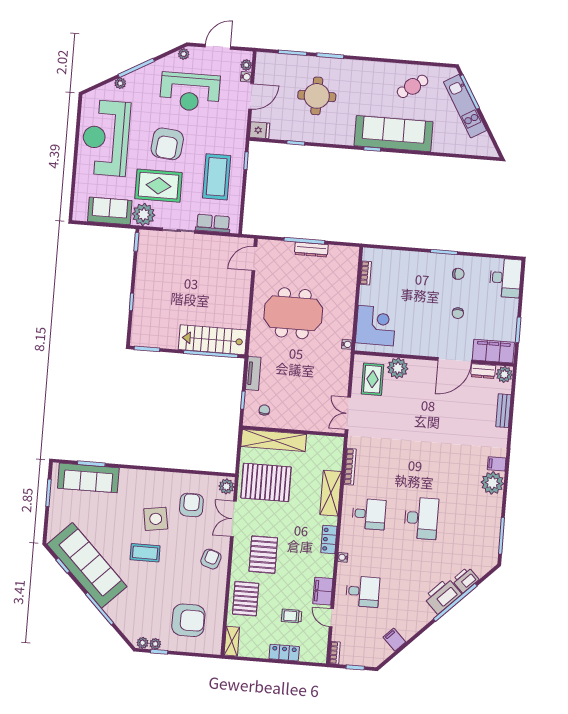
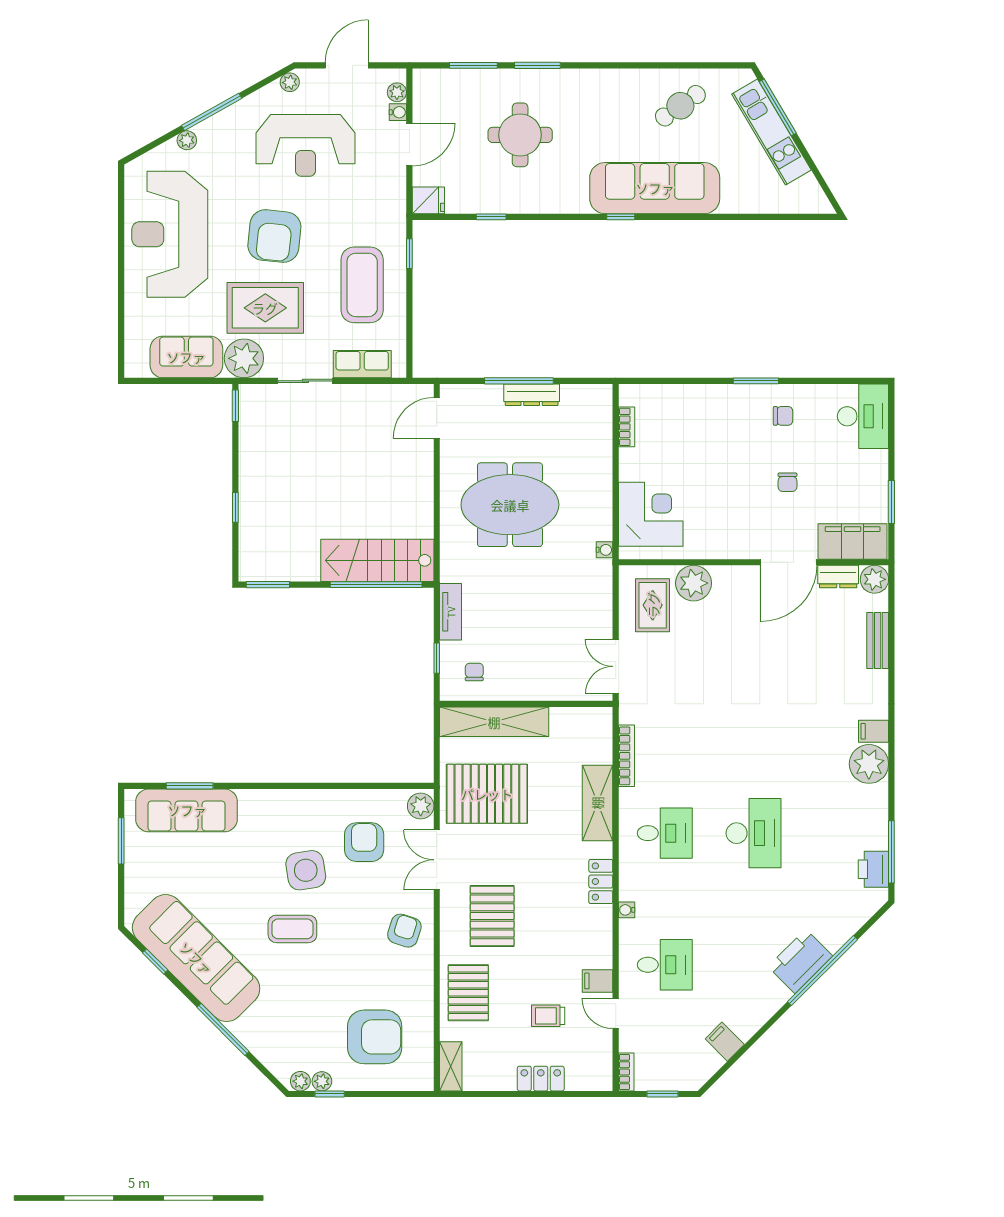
printer: (465, 580) -> (873, 869), moved, turned -45
filing cabinet: (323, 591) -> (597, 981), width x0.50

